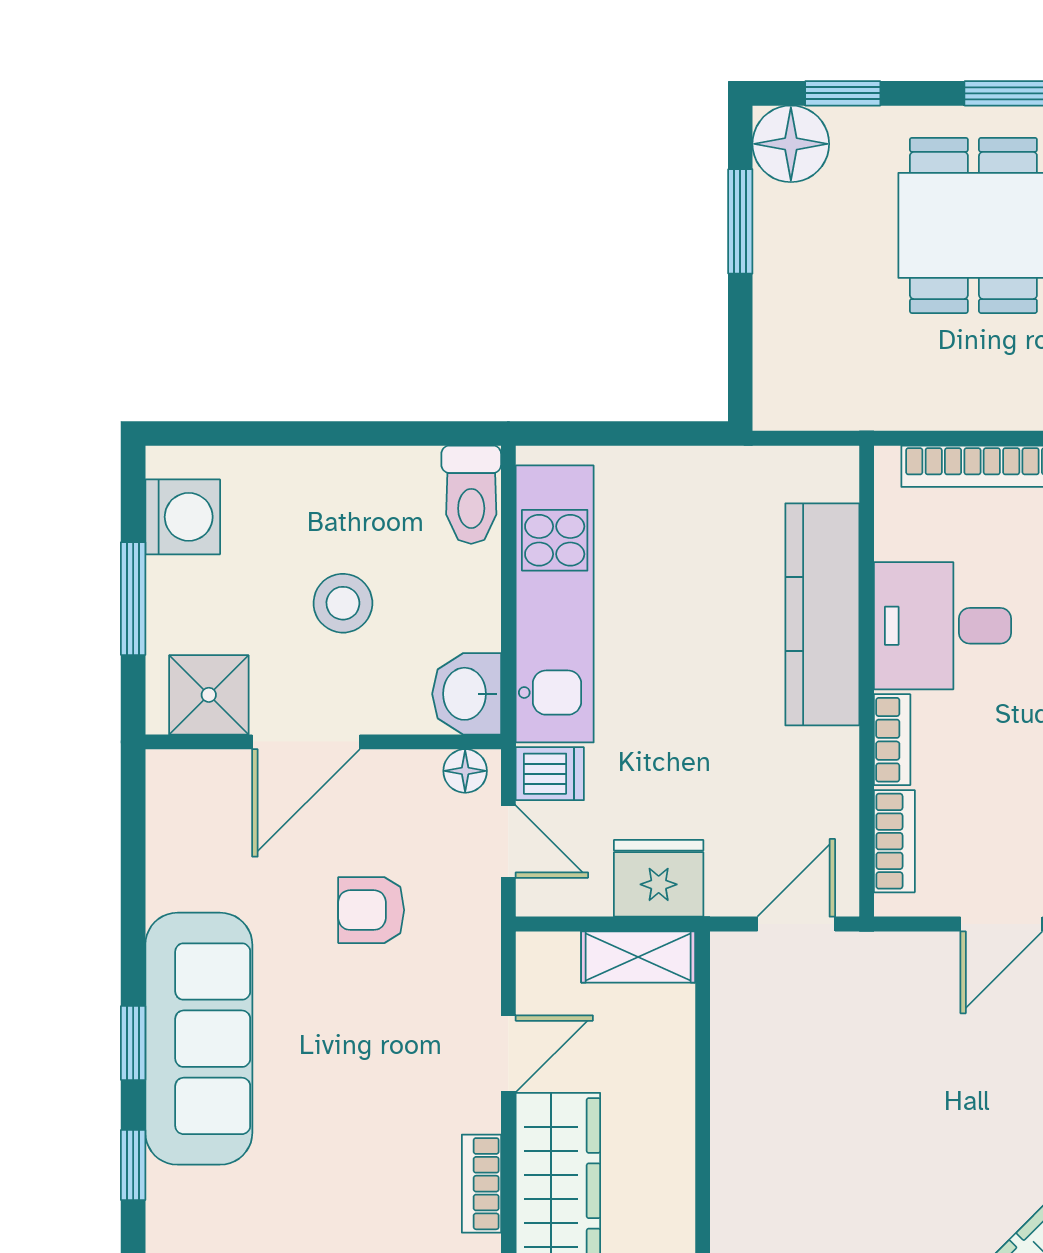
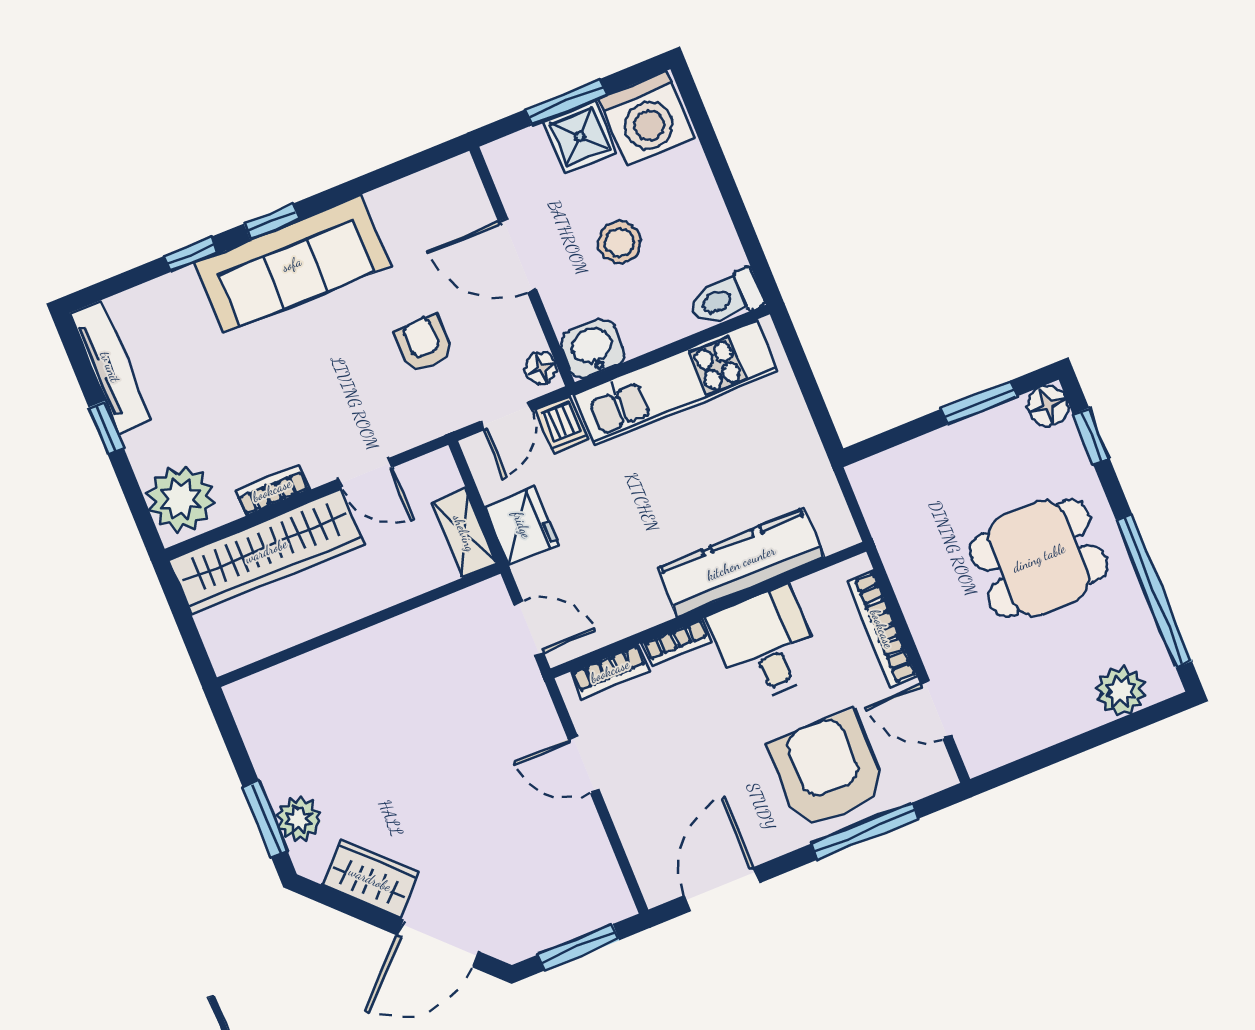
floor lamp: (791, 144) -> (1048, 406), width x0.73, depth x0.73
washing machine: (183, 517) -> (646, 118), width x1.37, depth x1.37
shower: (209, 695) -> (580, 137), moved

